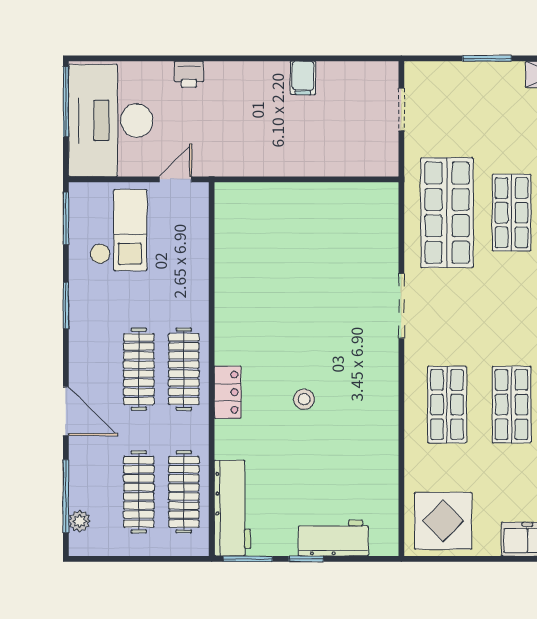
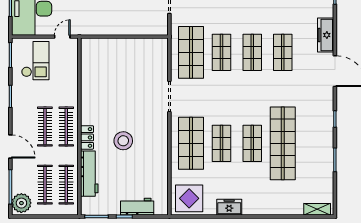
stool: (304, 399) -> (123, 141), width x1.89, depth x1.89
shop shelf: (447, 405) -> (191, 143), width x1.43, depth x1.36
workbench: (232, 508) -> (89, 174), moved
plant: (80, 521) -> (21, 203), width x1.87, depth x1.87

